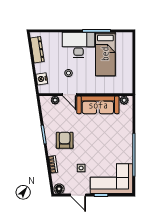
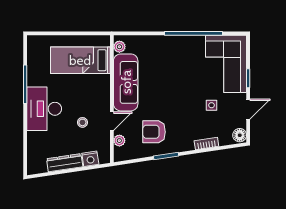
dresser: (37, 50) -> (65, 163), moved
bed: (105, 54) -> (80, 60), moved, turned 180
armchair: (65, 140) -> (154, 132), moved

